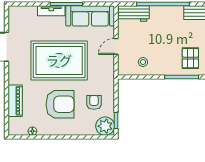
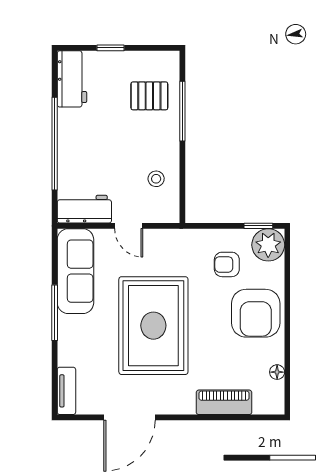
tv unit: (51, 11) -> (66, 391), moved
workbench: (134, 14) -> (84, 209), moved, turned -90
armchair: (60, 104) -> (256, 313), moved, turned 180

